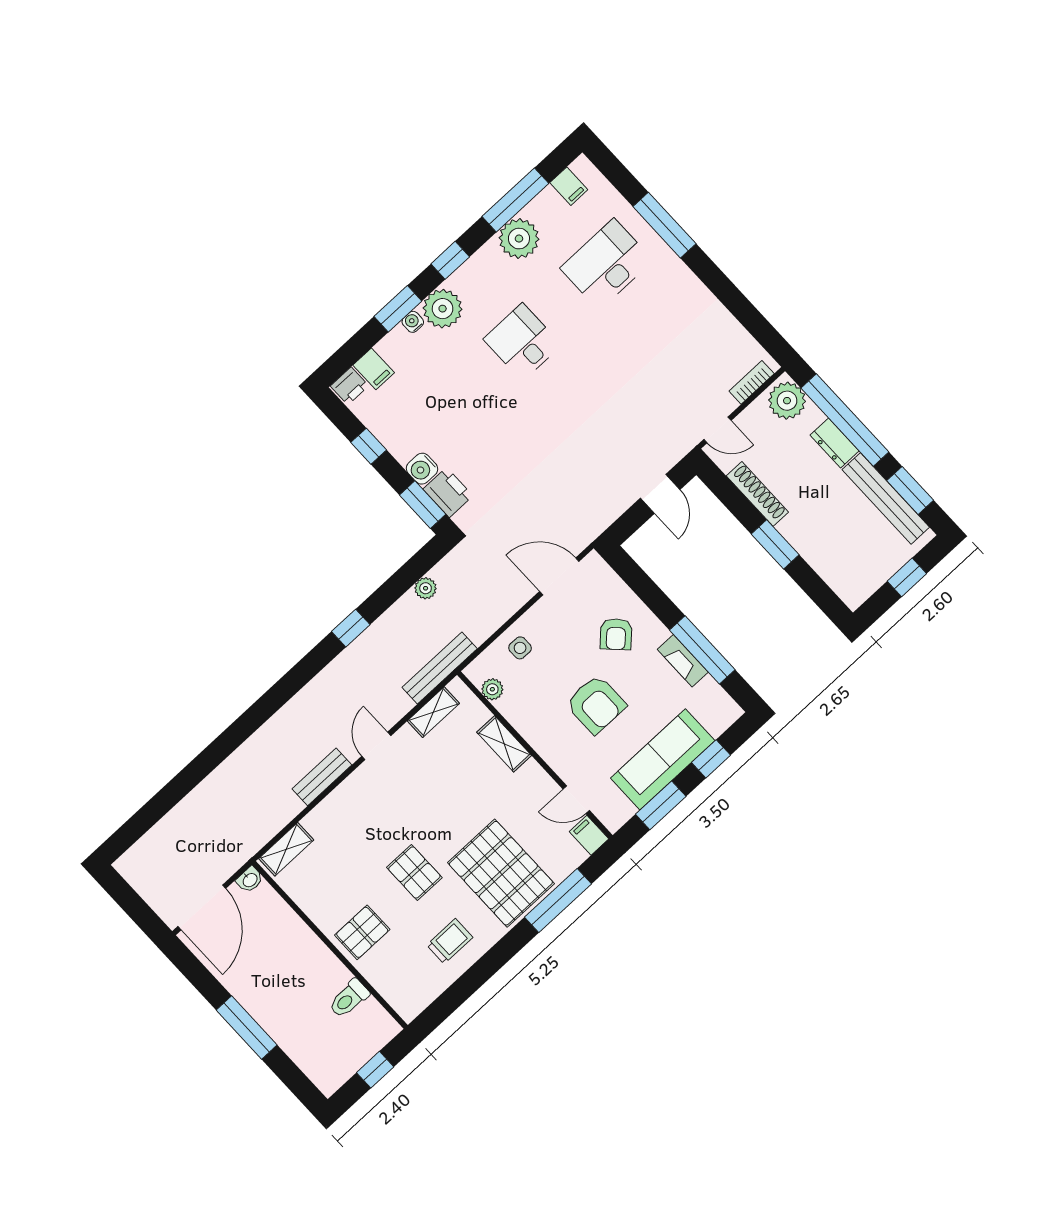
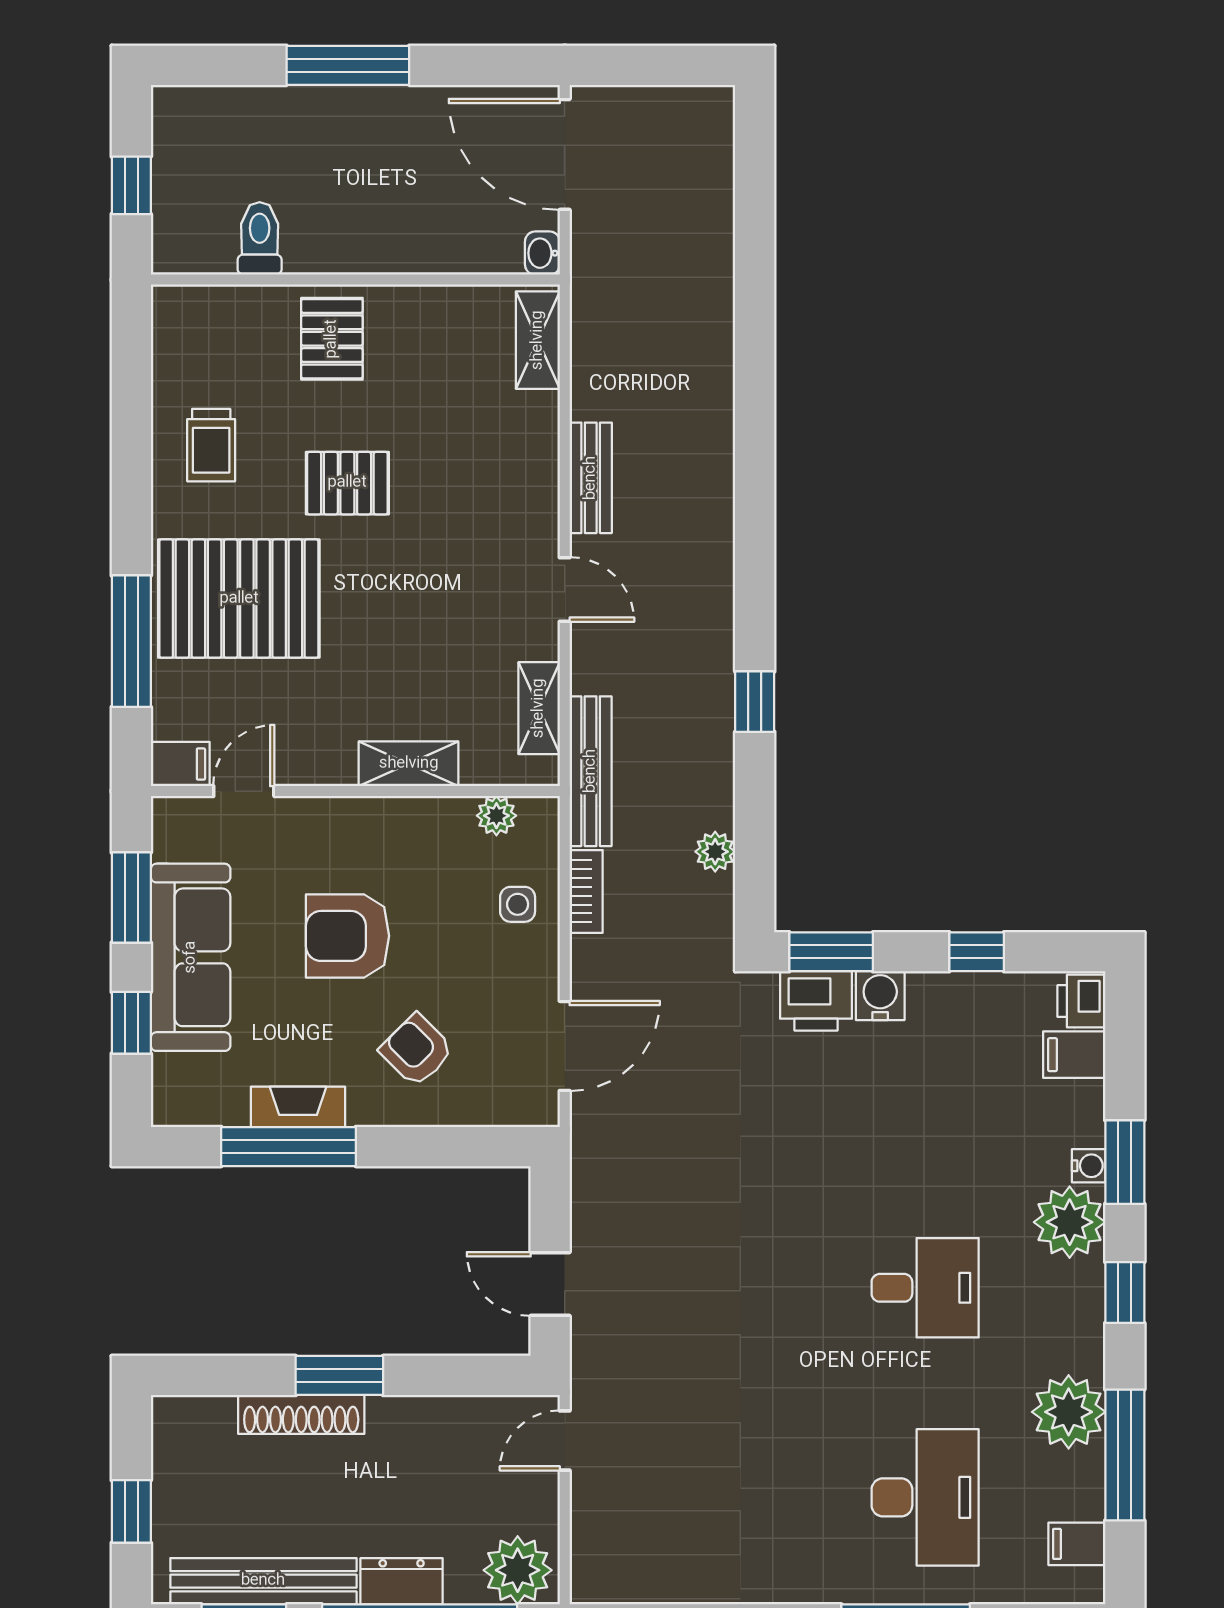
bookcase: (752, 382) -> (586, 891), moved
shoe rack: (757, 494) -> (301, 1414), moved

